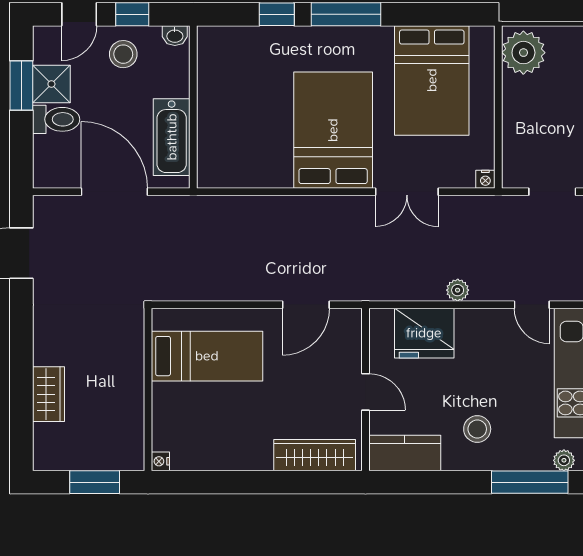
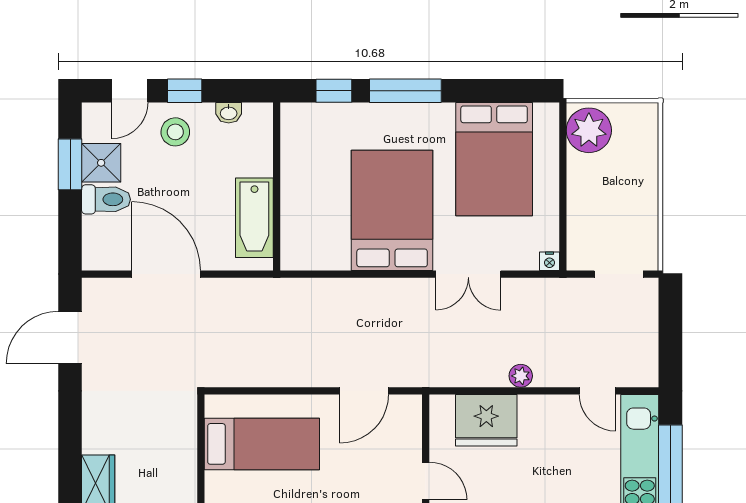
wall: (193, 107) -> (277, 186), moved
bathtub: (172, 137) -> (254, 218), moved

